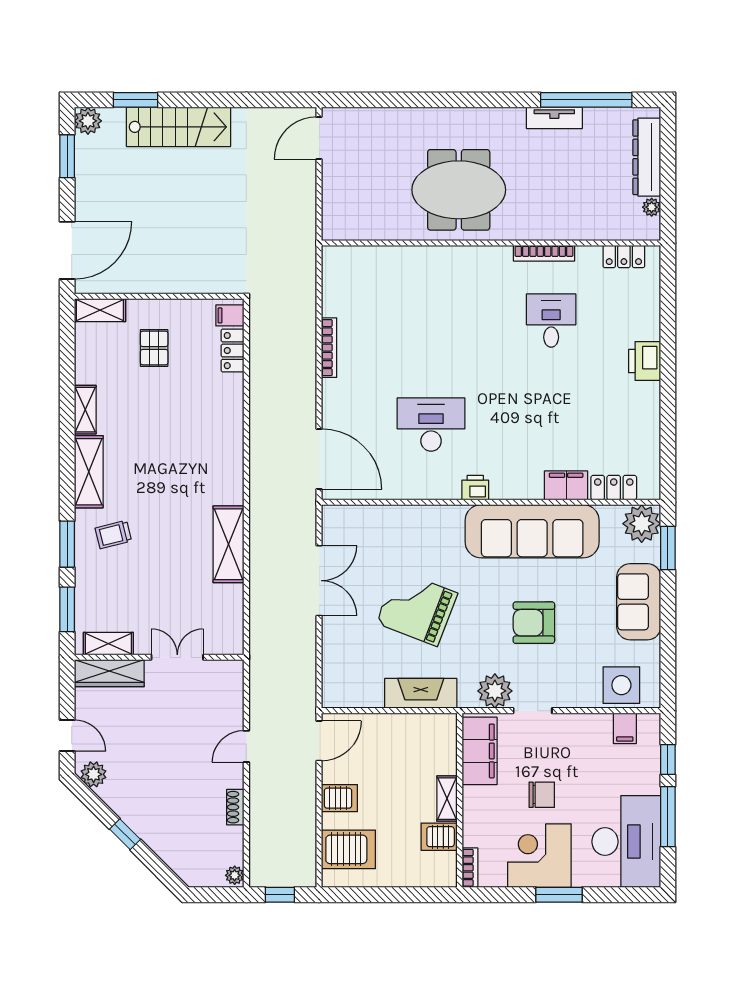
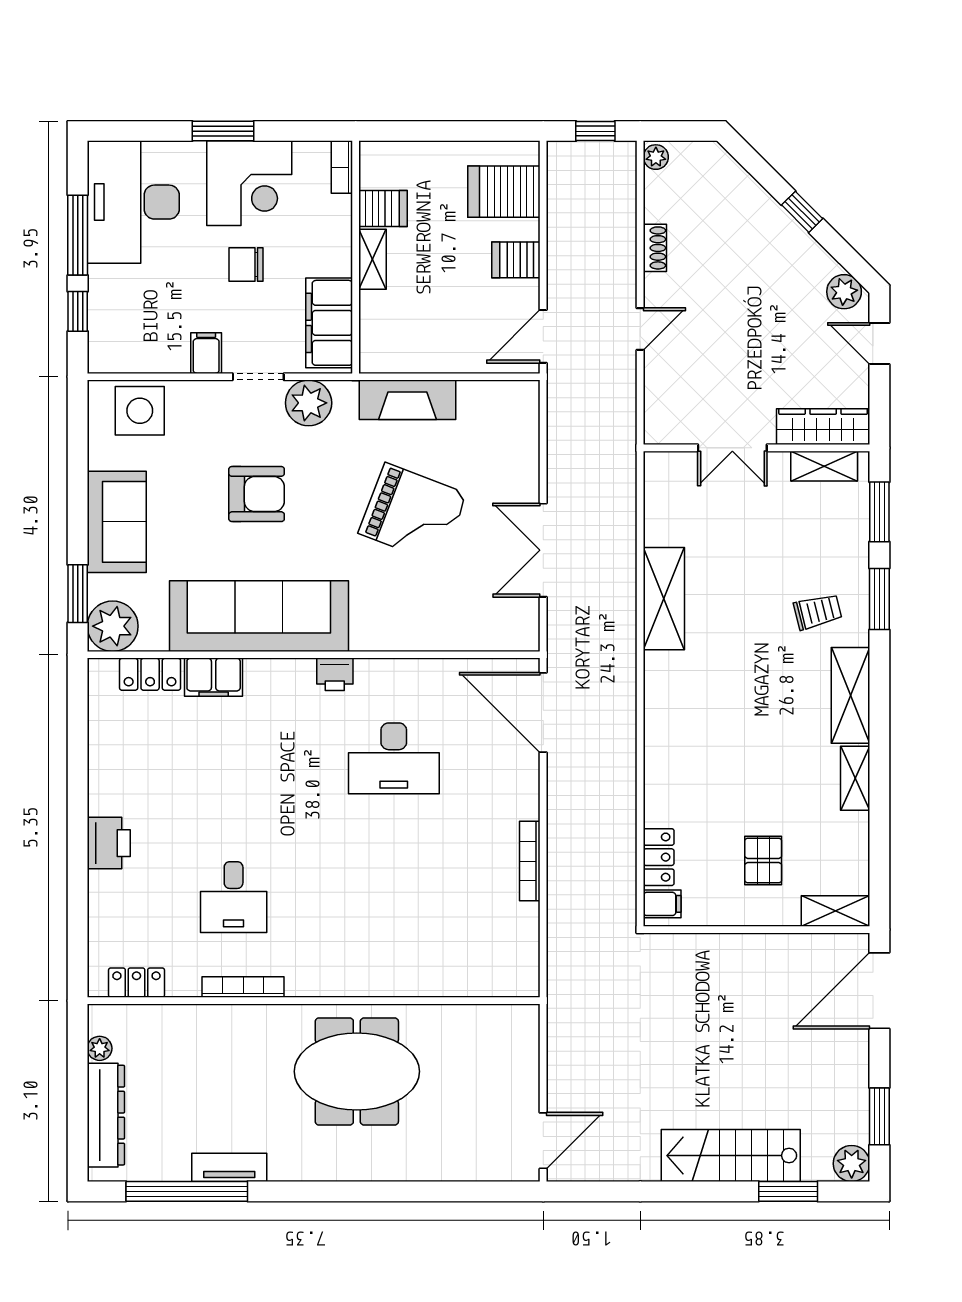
filing cabinet: (625, 728) -> (206, 353), moved

